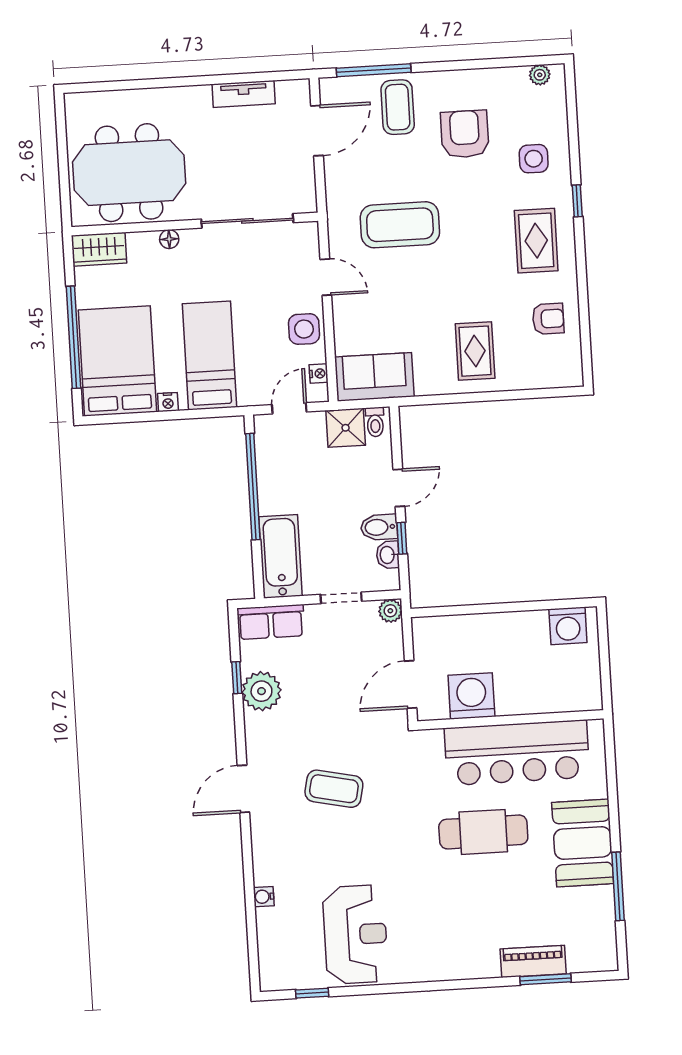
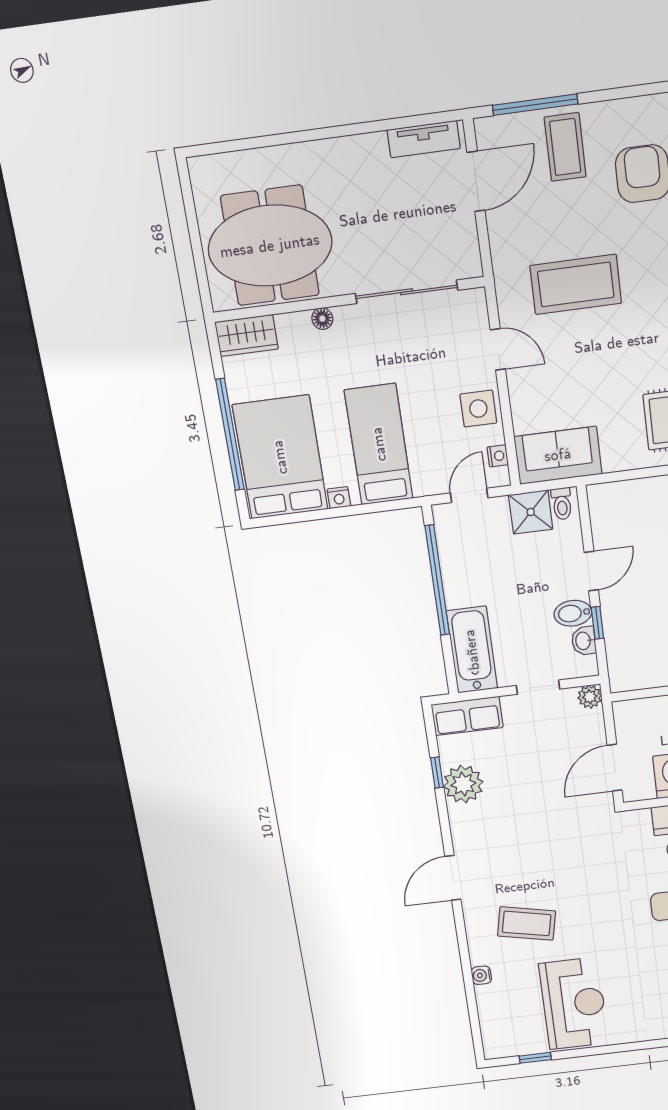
tv unit: (244, 94) -> (424, 139), moved
coffee table: (334, 789) -> (527, 923), moved

